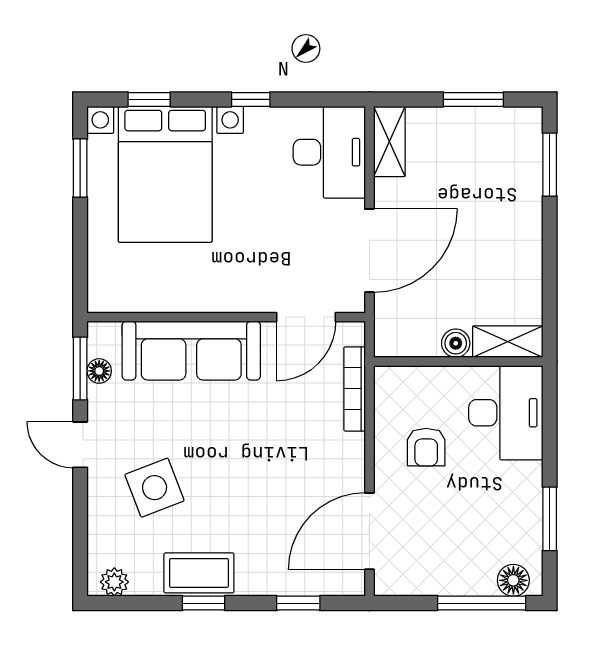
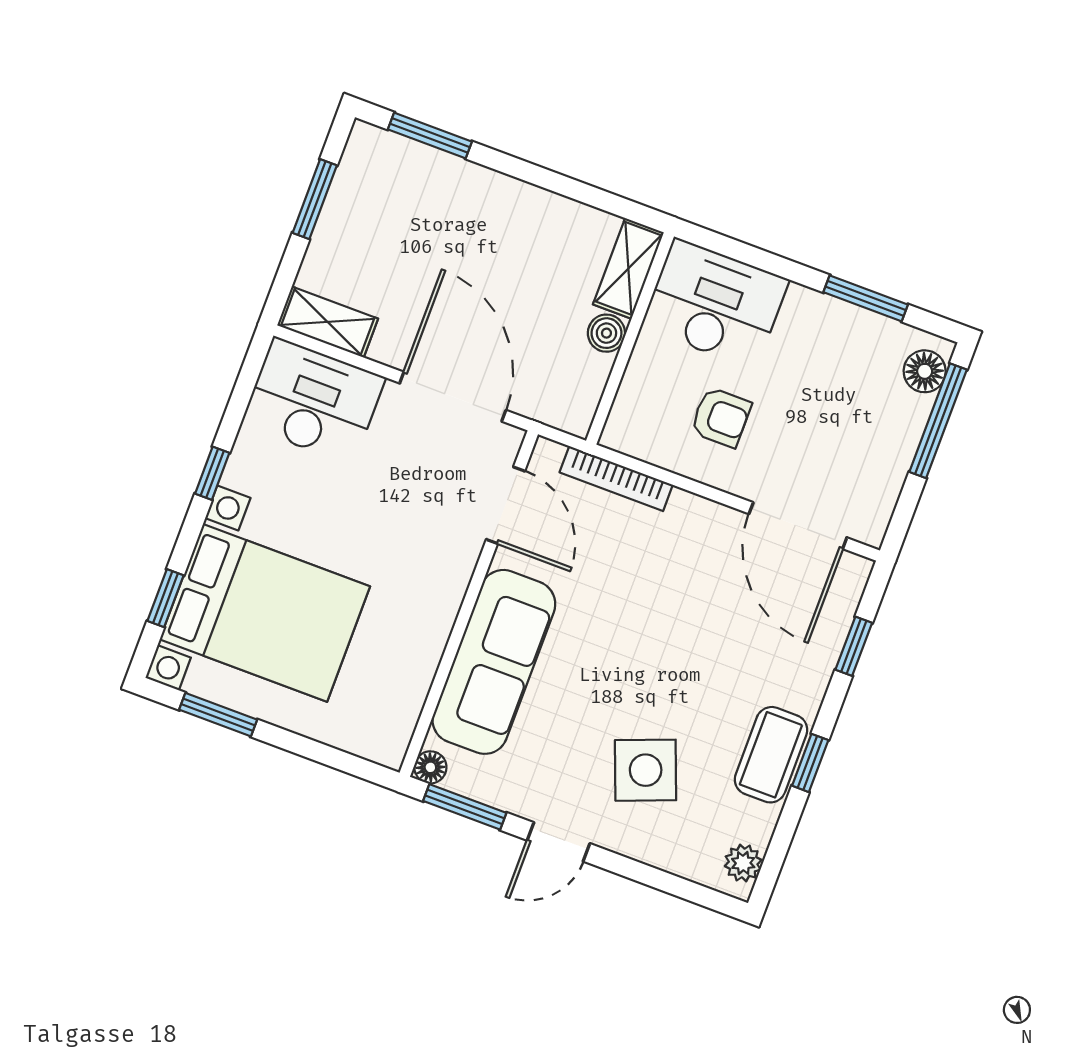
floor lamp: (99, 371) -> (430, 767), moved

